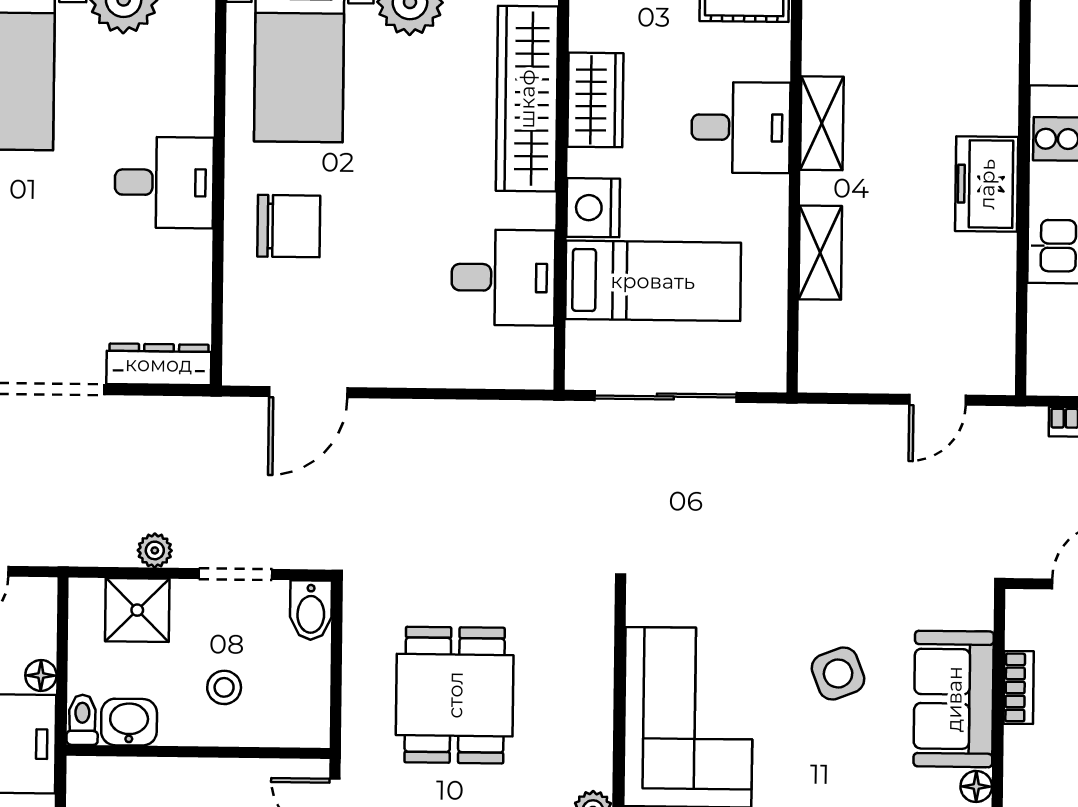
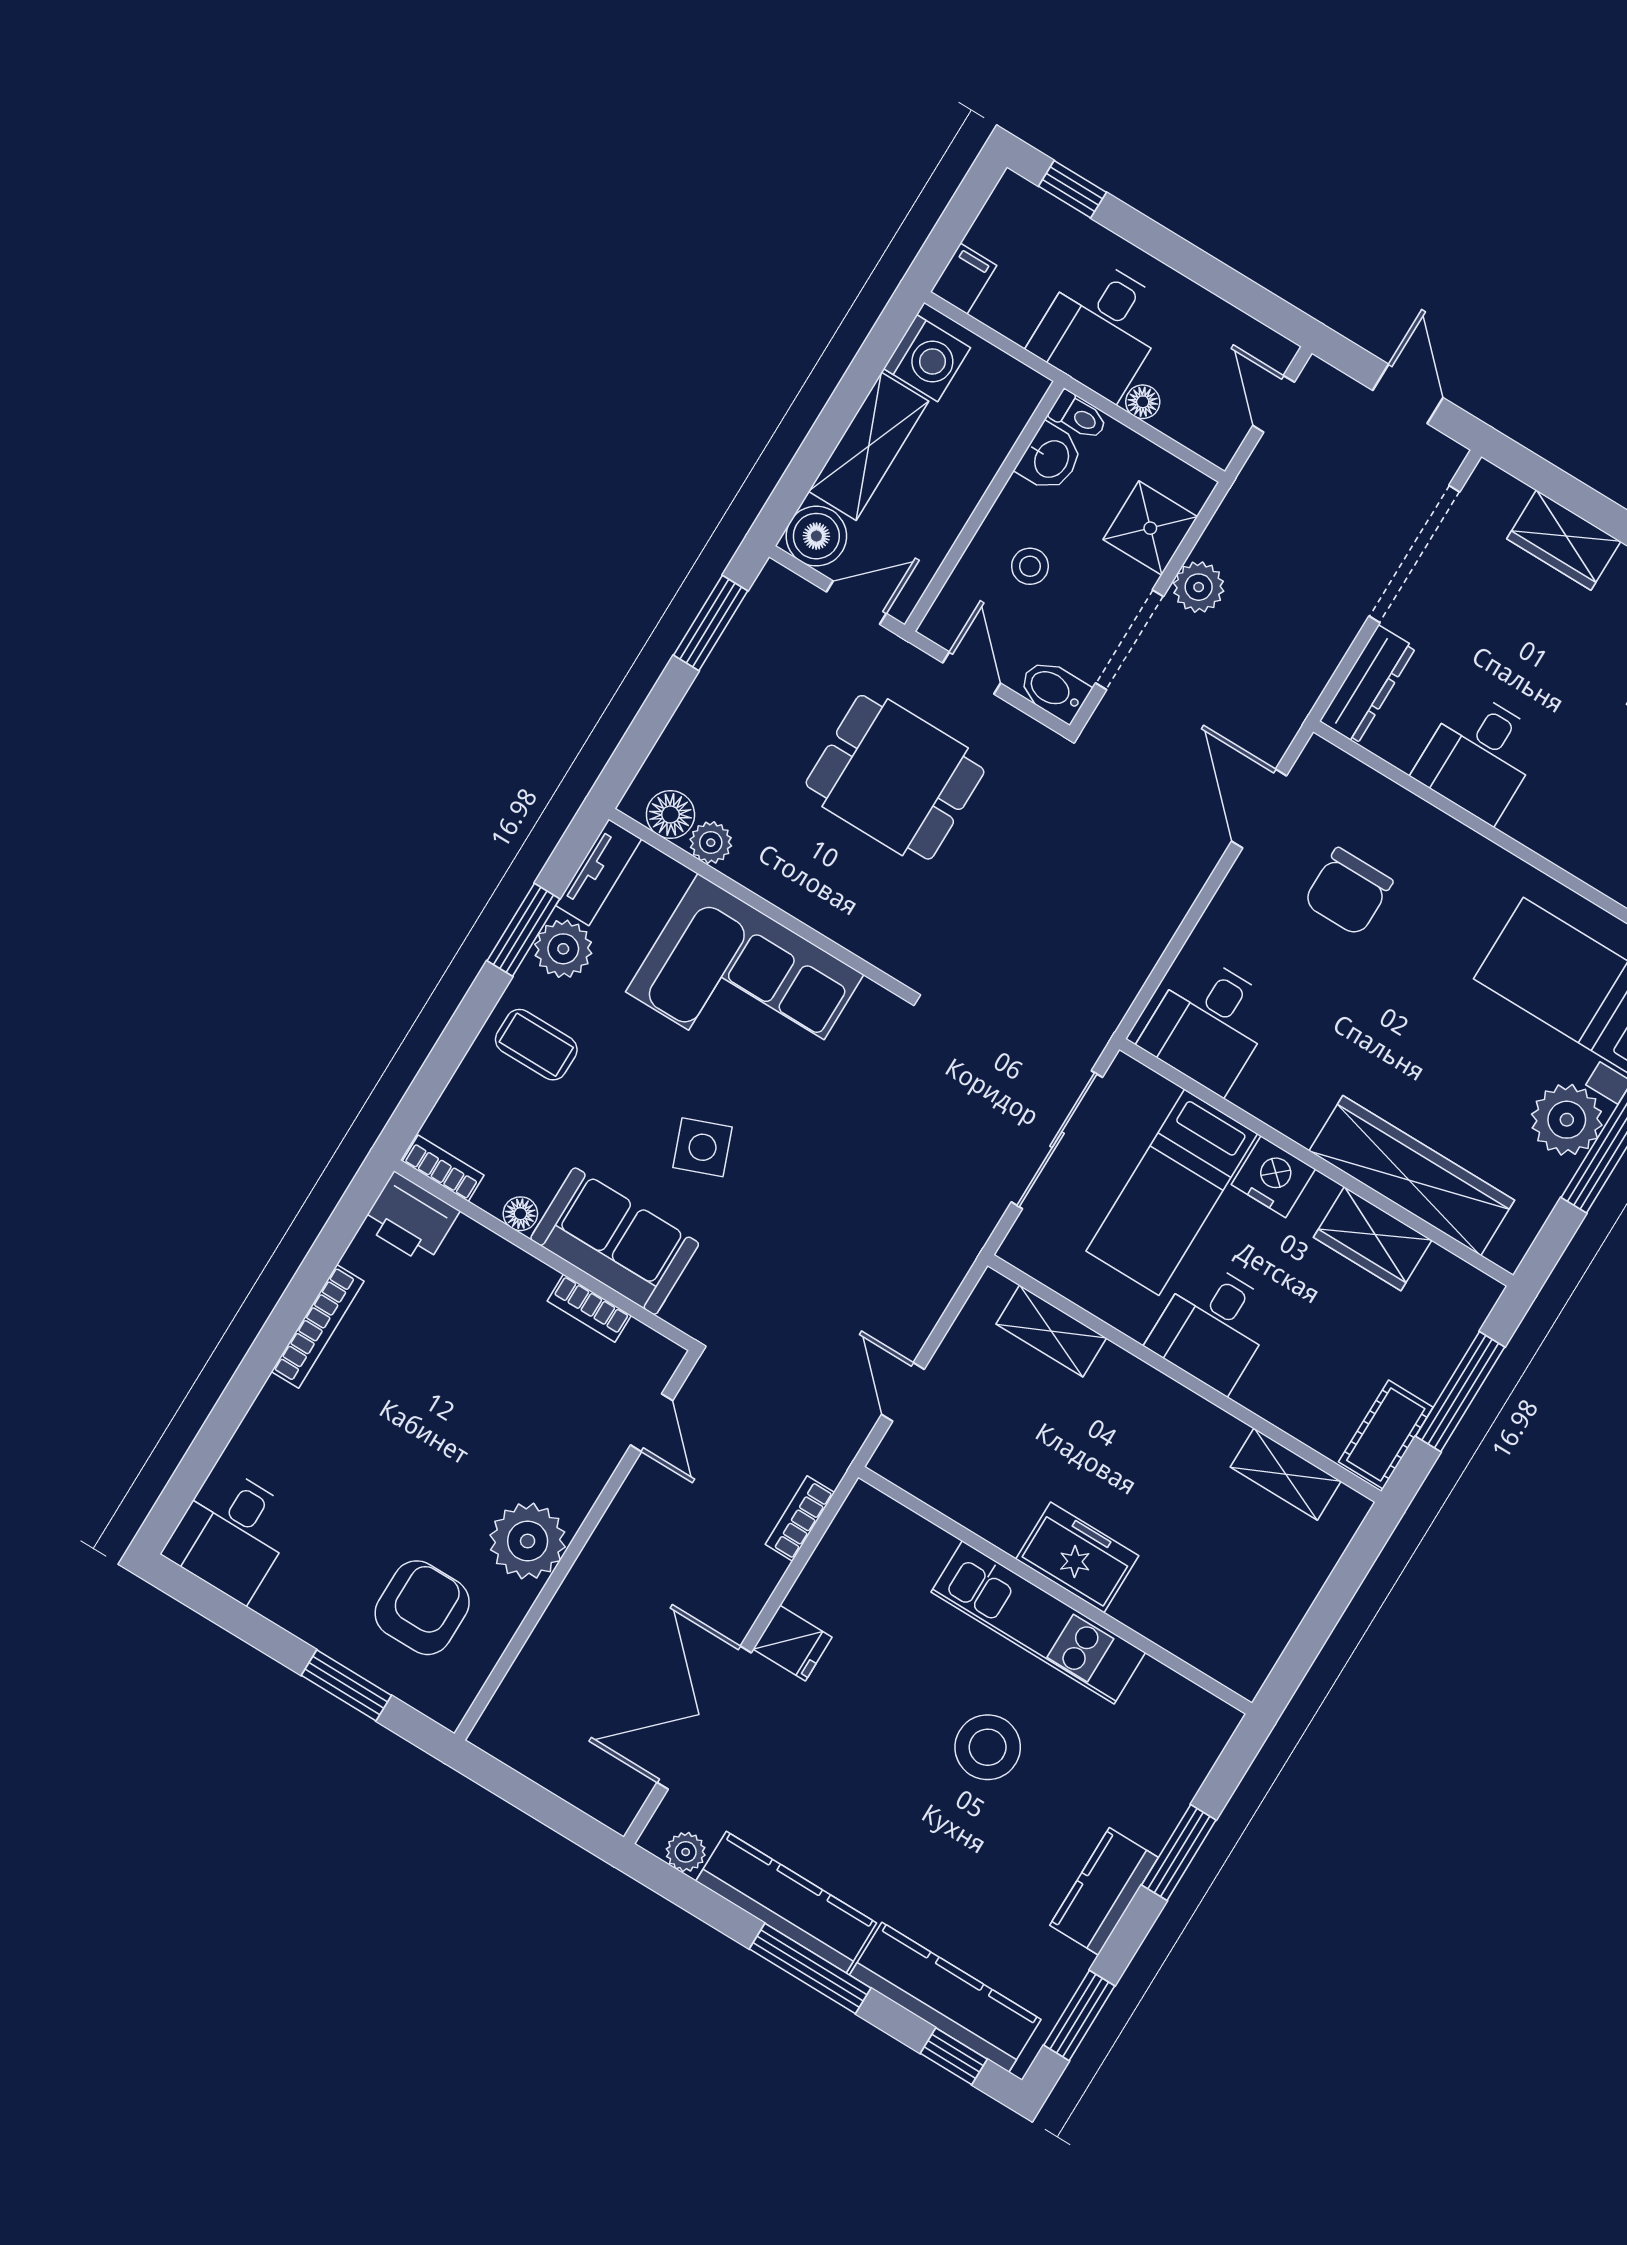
shelving: (822, 123) -> (1286, 1474), moved
desk: (741, 128) -> (1213, 1326), moved
desk: (164, 182) -> (1479, 756), moved
chair: (289, 226) -> (1348, 892), moved
shelving: (820, 253) -> (1051, 1331), moved
desk: (503, 278) -> (1209, 1024), moved
plant: (155, 550) -> (1199, 587), width x1.38, depth x1.38
doorway: (236, 574) -> (1129, 640), width x1.38
door: (336, 683) -> (972, 673), added

